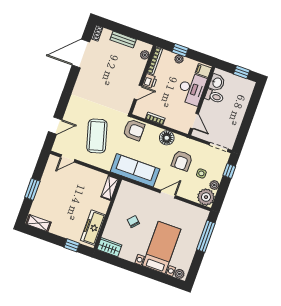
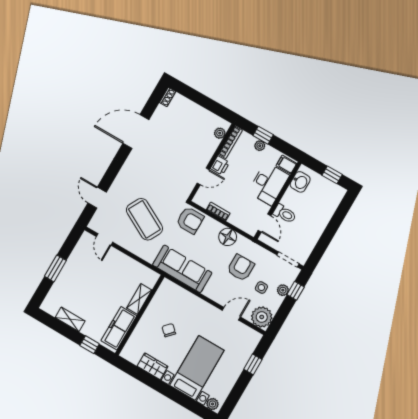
bench: (123, 40) -> (197, 110), removed
door: (81, 54) -> (136, 131), moved
toilet: (214, 96) -> (285, 214), moved
door: (55, 126) -> (97, 198), swing flipped
coffee table: (97, 136) -> (144, 219), turned -46
door: (68, 158) -> (105, 239), hinge flipped
armchair: (182, 161) -> (241, 268), turned 180
plant: (214, 185) -> (283, 290), moved
shelving: (110, 188) -> (139, 299), moved
door: (168, 194) -> (231, 314), moved
shelving: (39, 223) -> (70, 319), moved
window: (206, 236) -> (253, 364), width x0.46
wardrobe: (109, 247) -> (152, 366), moved

